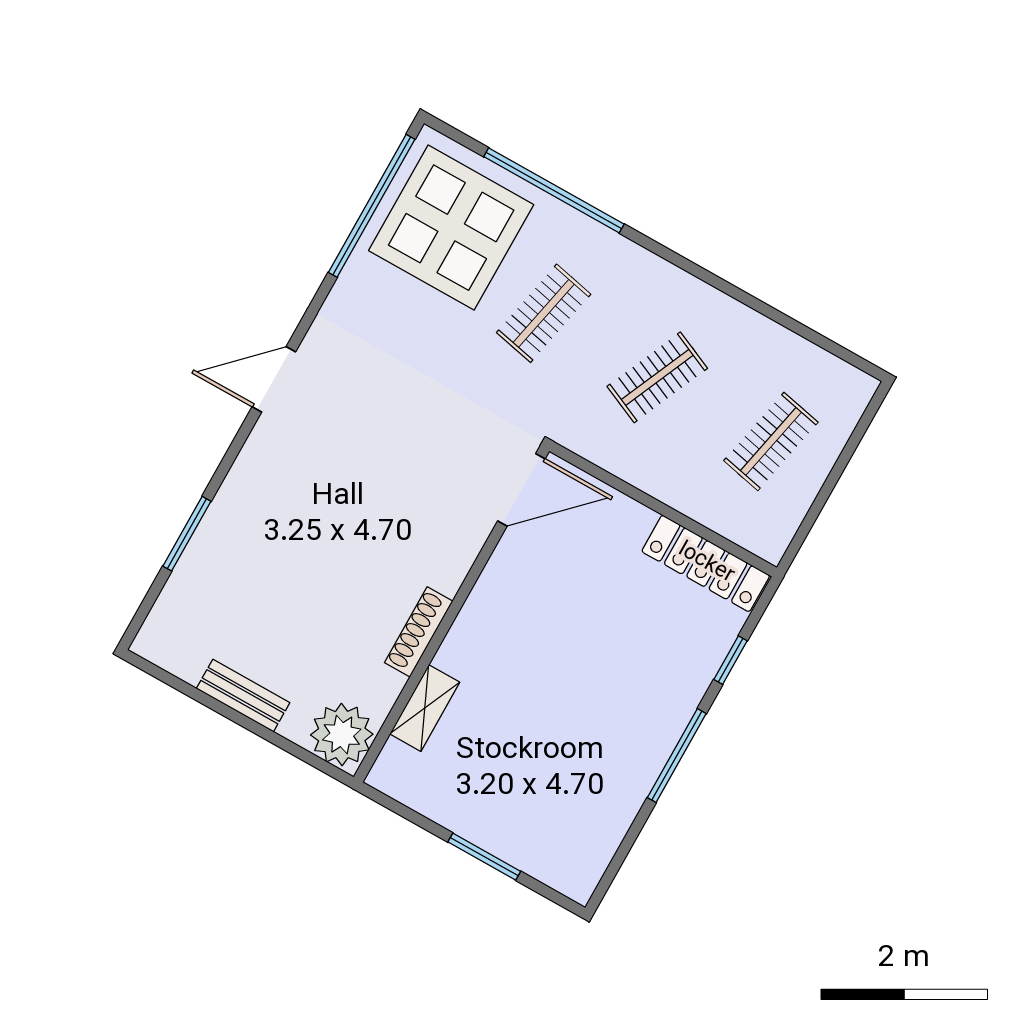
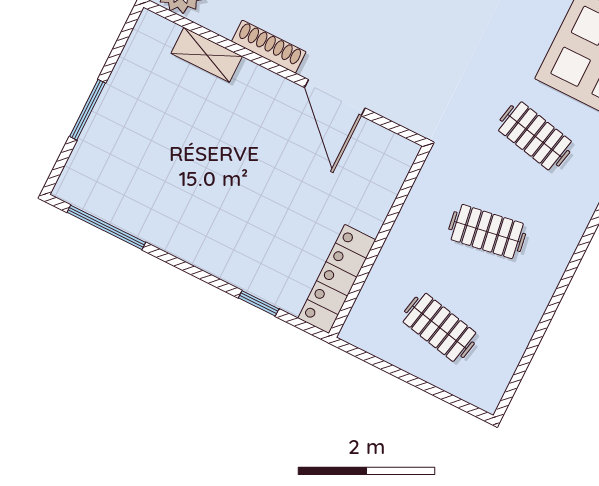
clothes rail: (657, 377) -> (487, 232), turned -33
door: (521, 490) -> (335, 98), moved
window: (677, 756) -> (106, 227), moved

